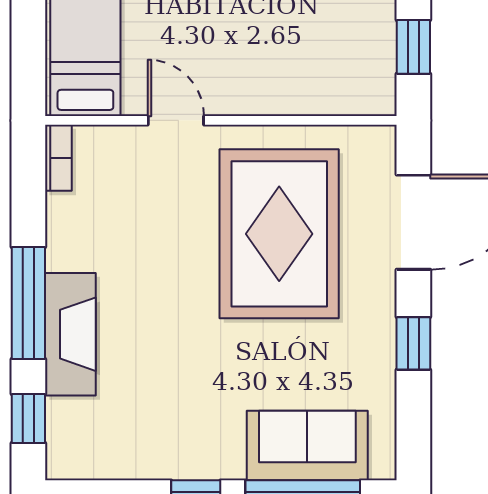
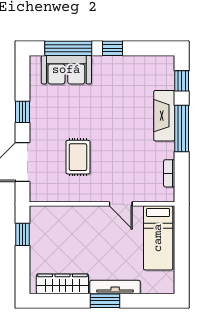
bookcase: (58, 158) -> (169, 173), moved
rug: (279, 234) -> (78, 157), width x0.54, depth x0.49

